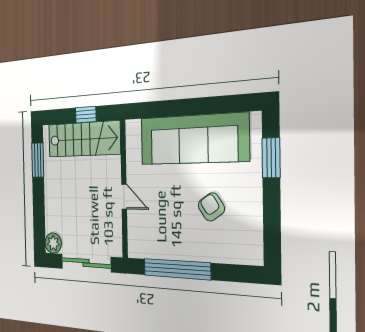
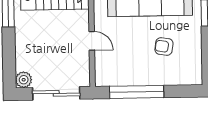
armchair: (211, 207) -> (164, 46), turned -47

